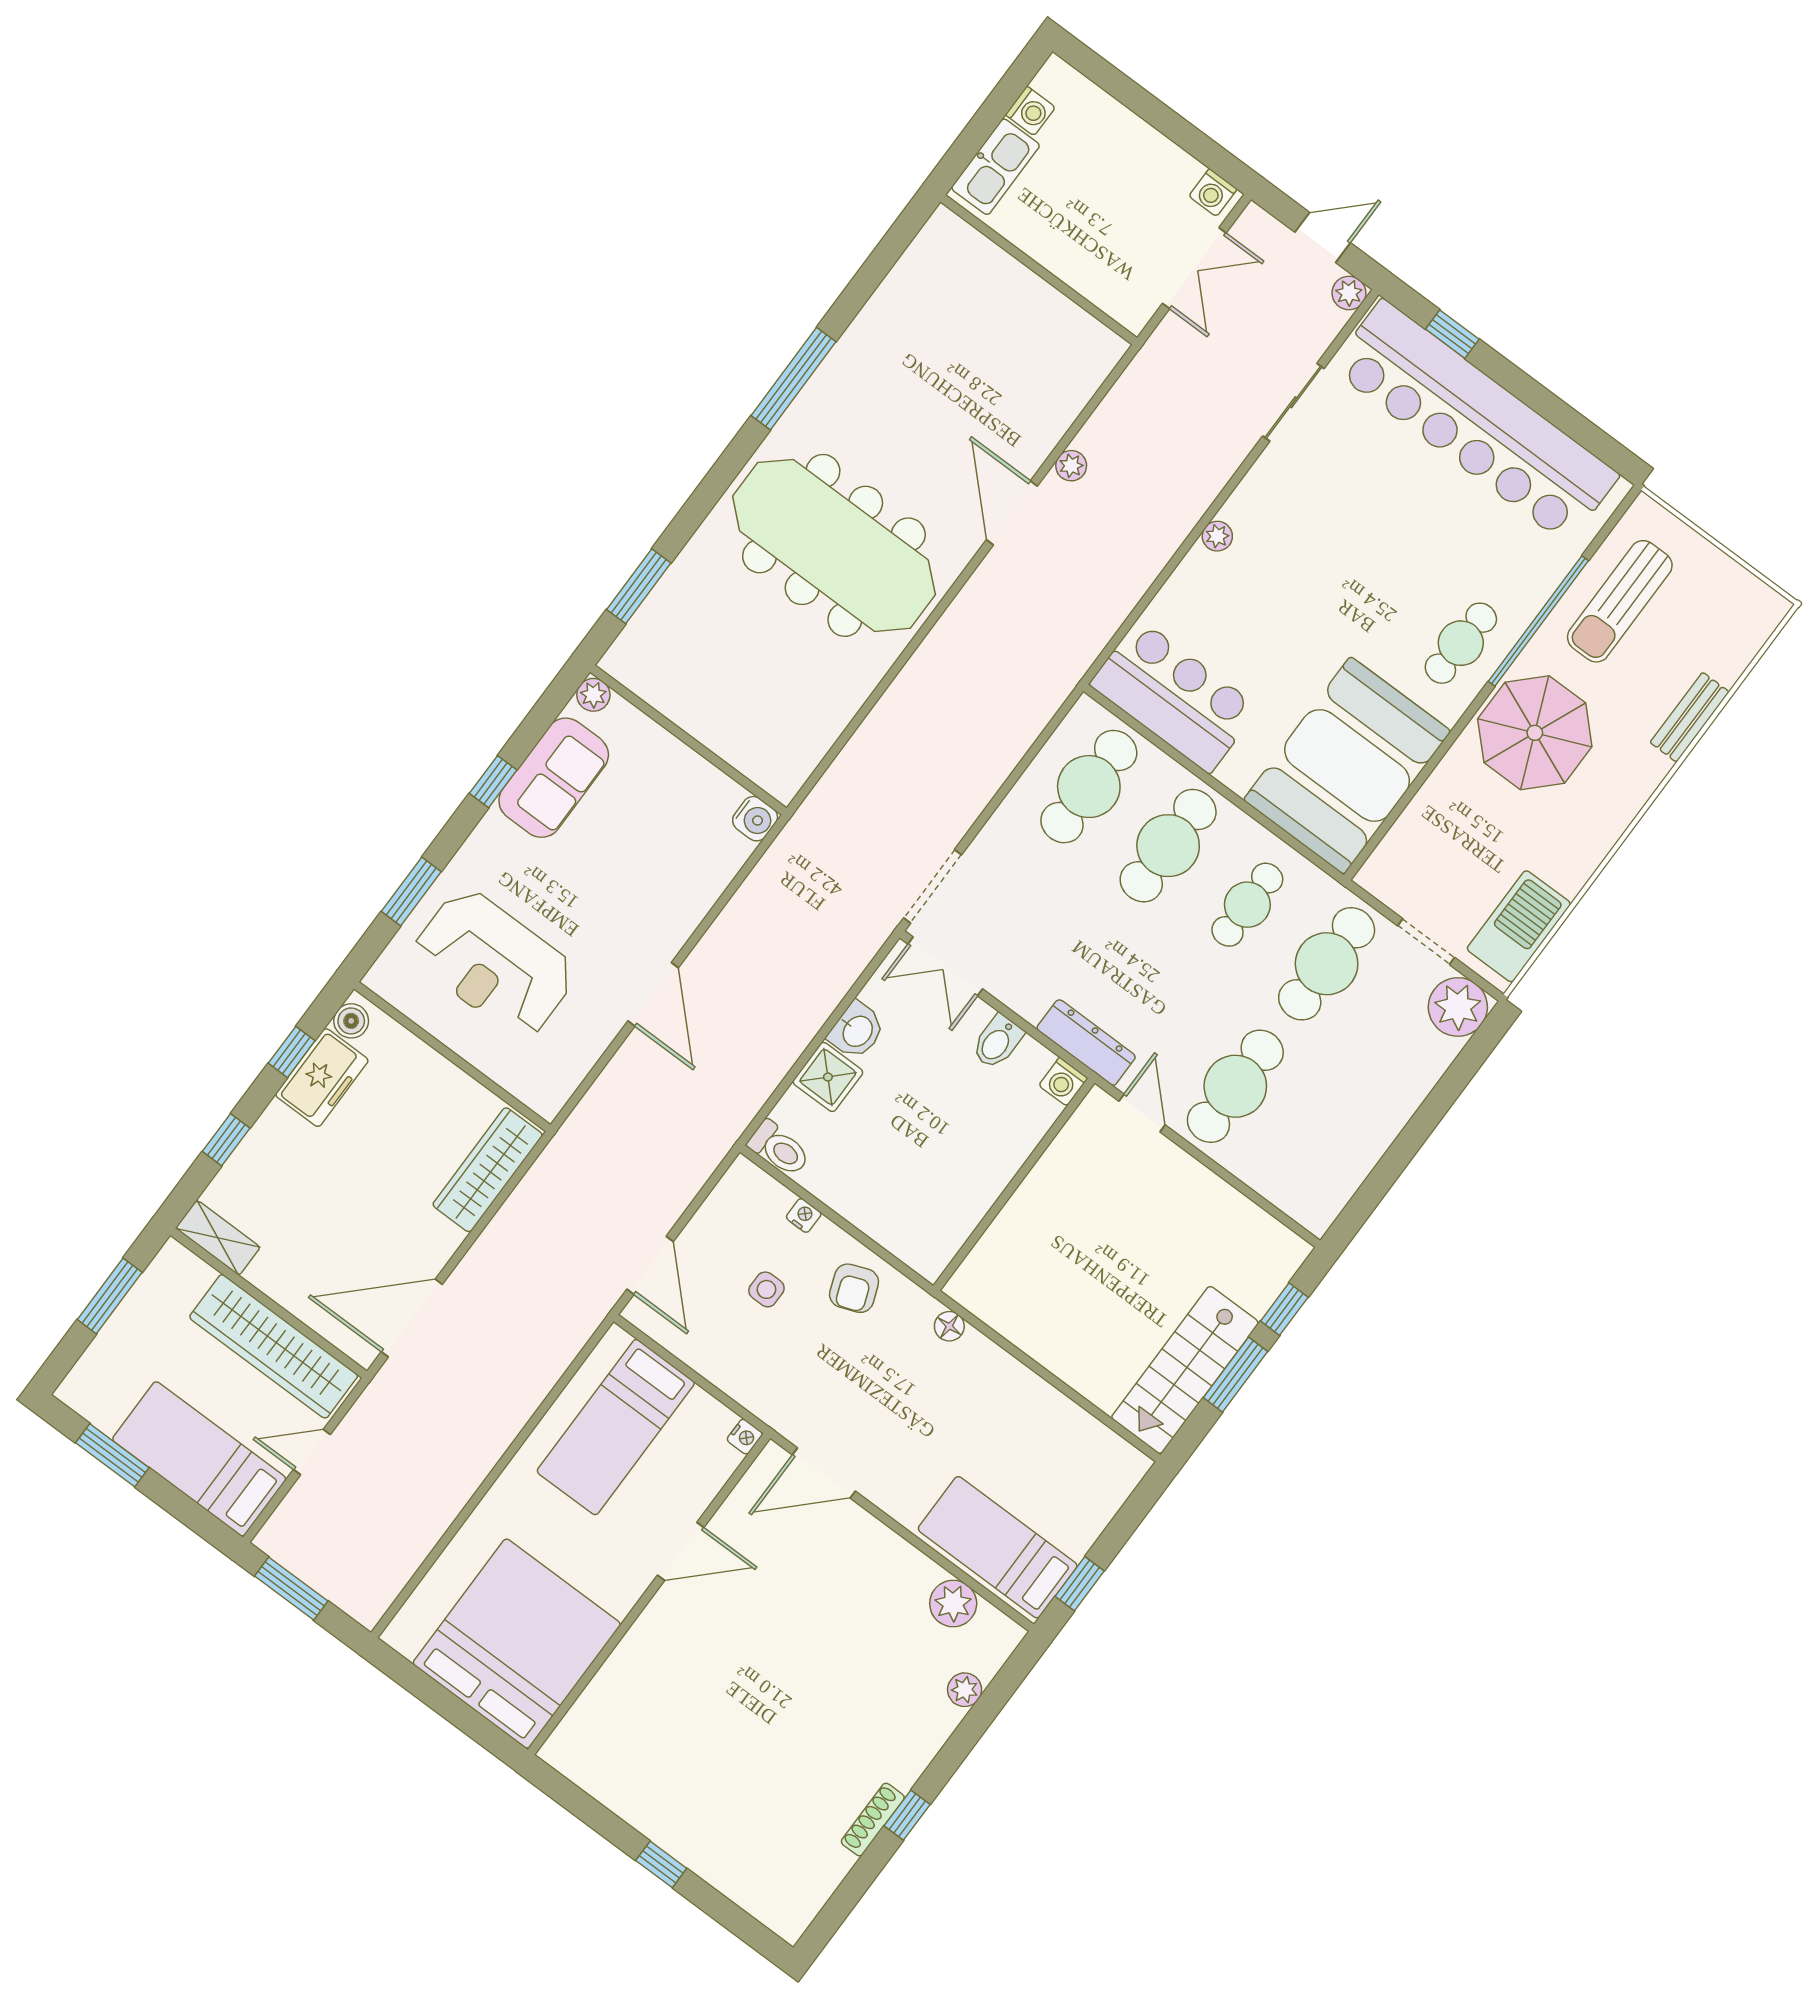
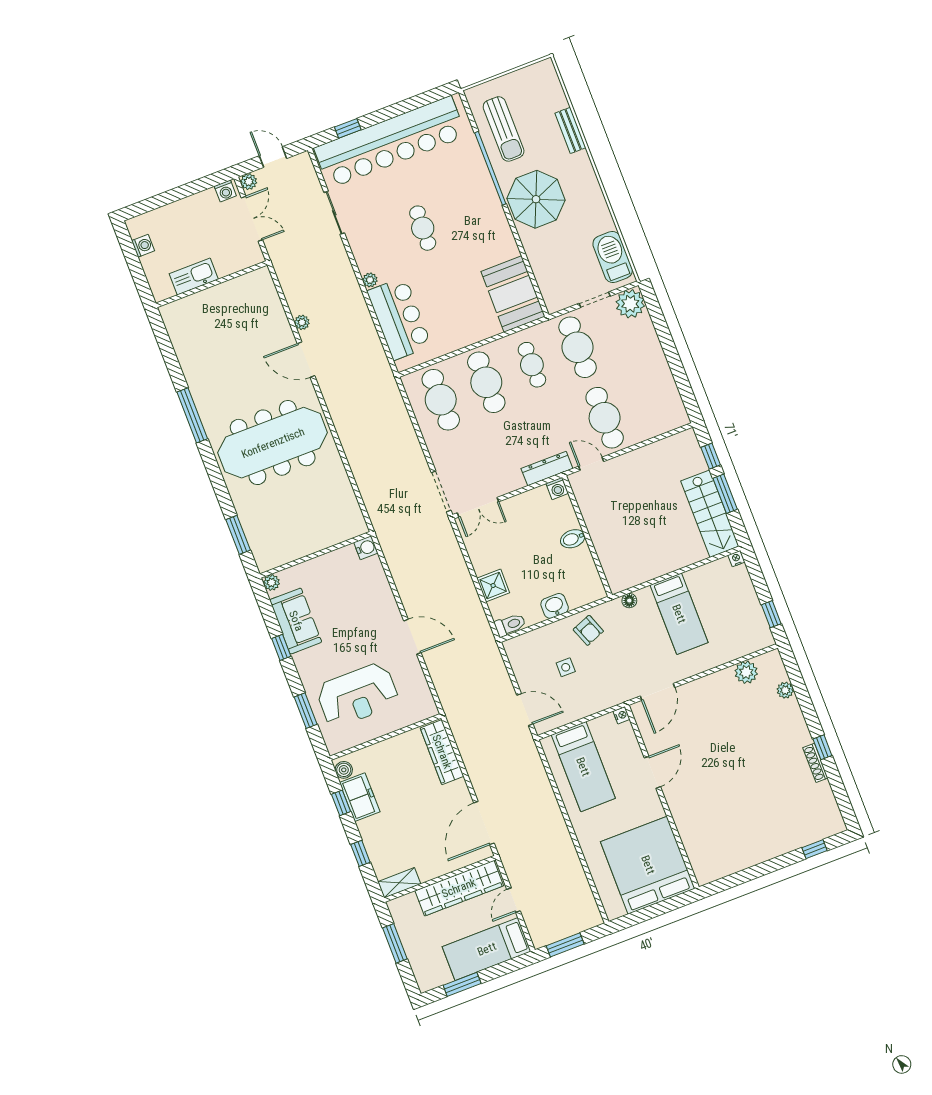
kitchen sink: (995, 167) -> (194, 277), moved, turned -90
door: (1323, 237) -> (273, 157), hinge flipped
plant: (1349, 293) -> (249, 182), moved
cafe table: (1461, 643) -> (423, 228), moved
bar counter: (1174, 696) -> (399, 319), moved, turned 90
booth: (1347, 765) -> (513, 294), width x0.73, depth x0.70
washbasin: (857, 1031) -> (555, 606), moved, turned -90
bidet: (997, 1042) -> (573, 539), moved, turned 90
nightstand: (804, 1215) -> (736, 559), moved
bed: (998, 1547) -> (679, 614), moved, turned -90
window: (661, 1864) -> (814, 849), moved

